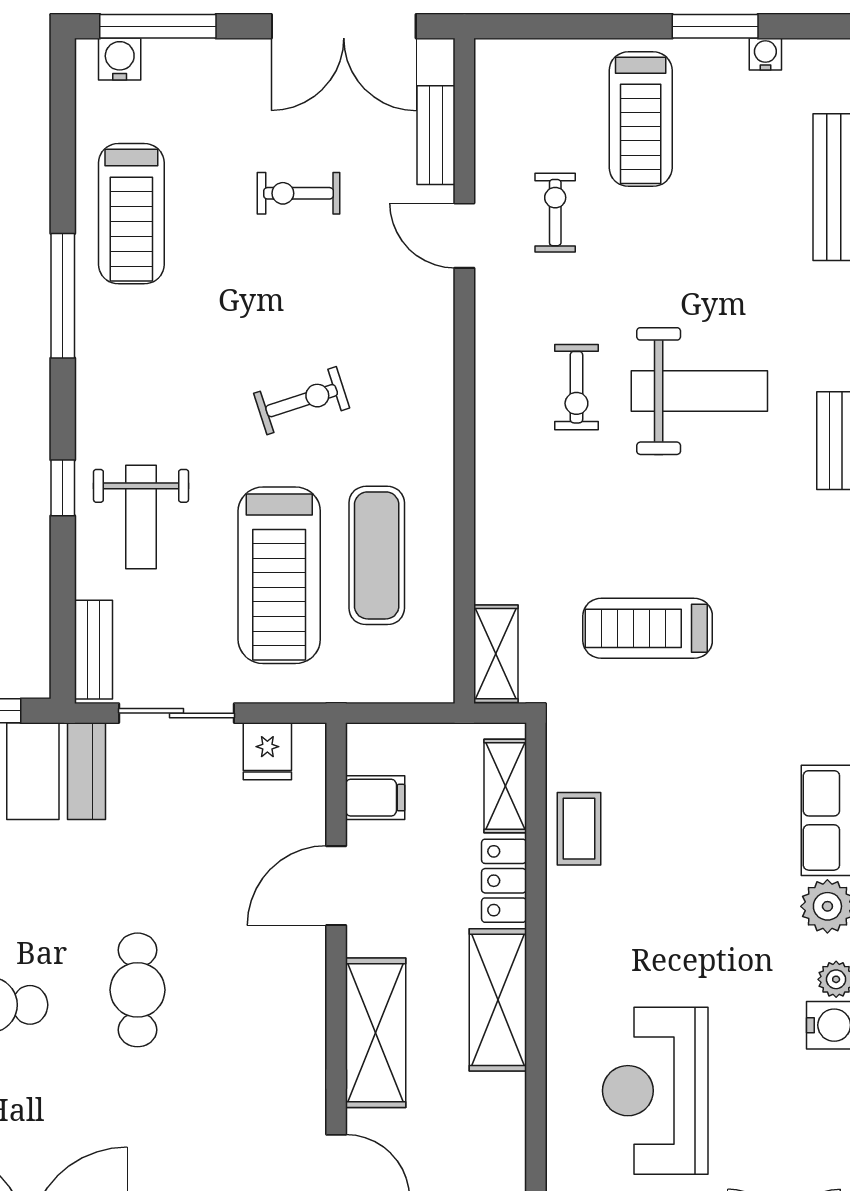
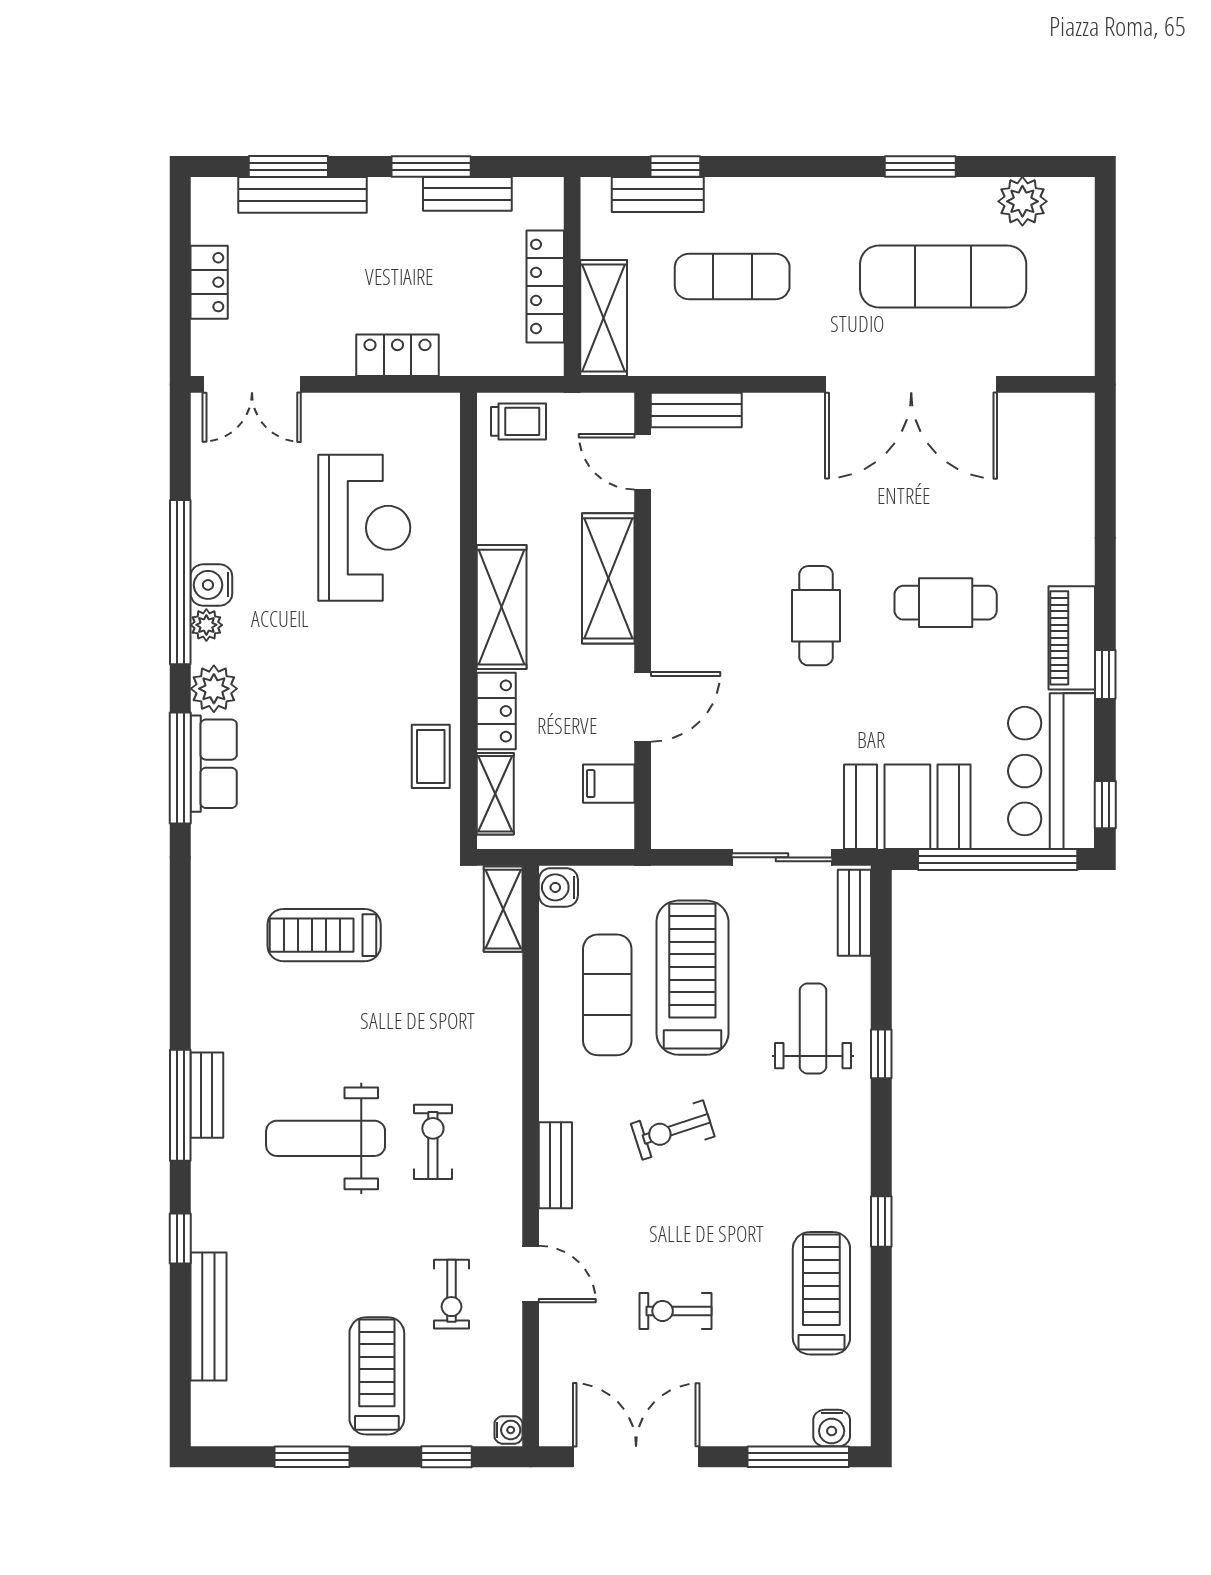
window: (561, 26) -> (447, 1457), added
water cooler: (765, 54) -> (508, 1430), moved, turned -90
bench: (436, 135) -> (555, 1165), moved
exercise bike: (299, 193) -> (676, 1311), turned 180
window: (63, 296) -> (881, 1222), width x0.46
treadmill: (648, 628) -> (324, 935), moved, turned 180
water cooler: (433, 679) -> (558, 887), added
fridge: (267, 751) -> (703, 824), removed

